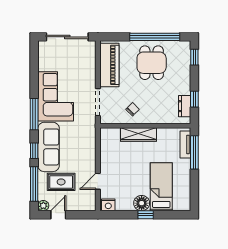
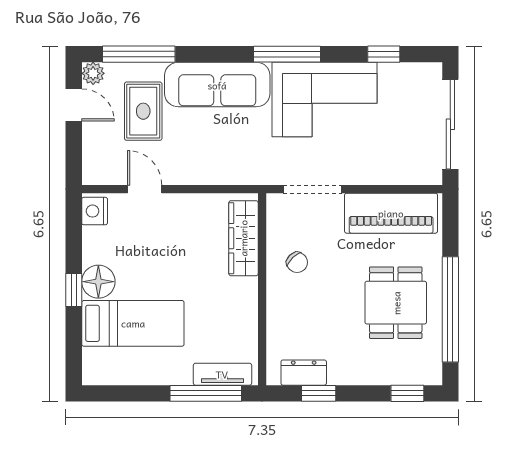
dining table: (152, 63) -> (396, 303), turned 90
wardrobe: (139, 135) -> (243, 238), moved
window: (34, 151) -> (384, 54), moved

